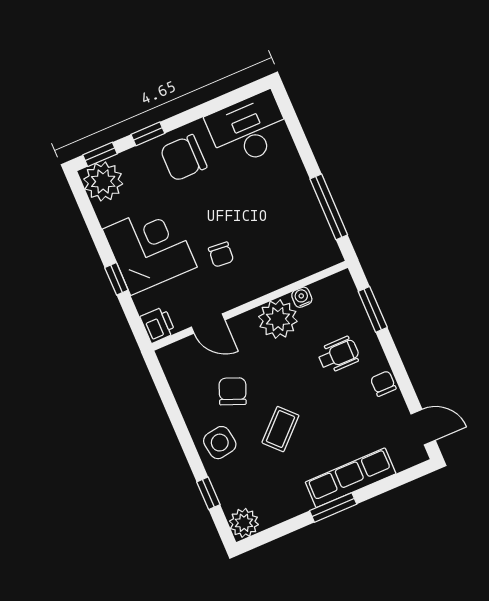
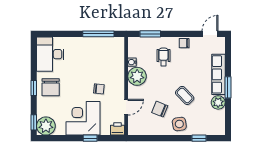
window: (148, 134) -> (34, 88), moved
plant: (244, 523) -> (218, 102), moved

